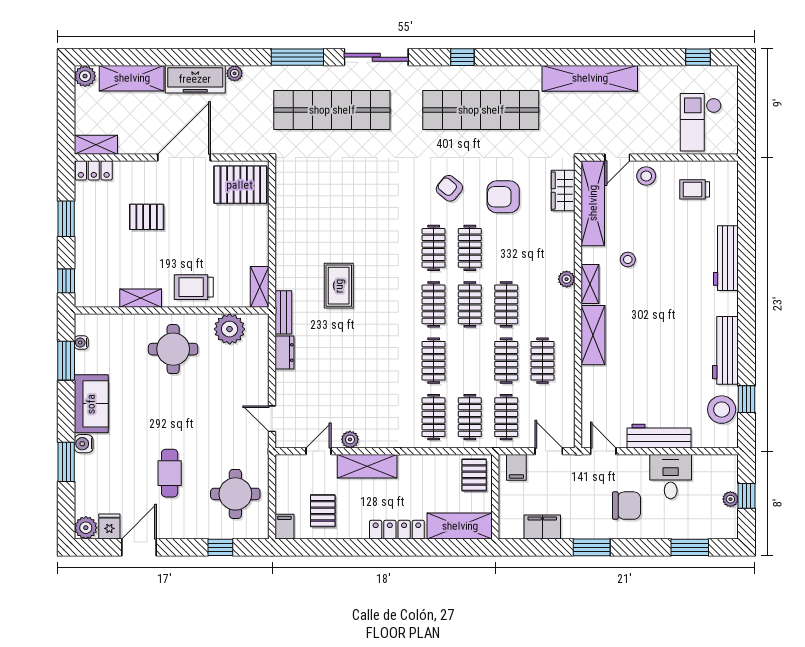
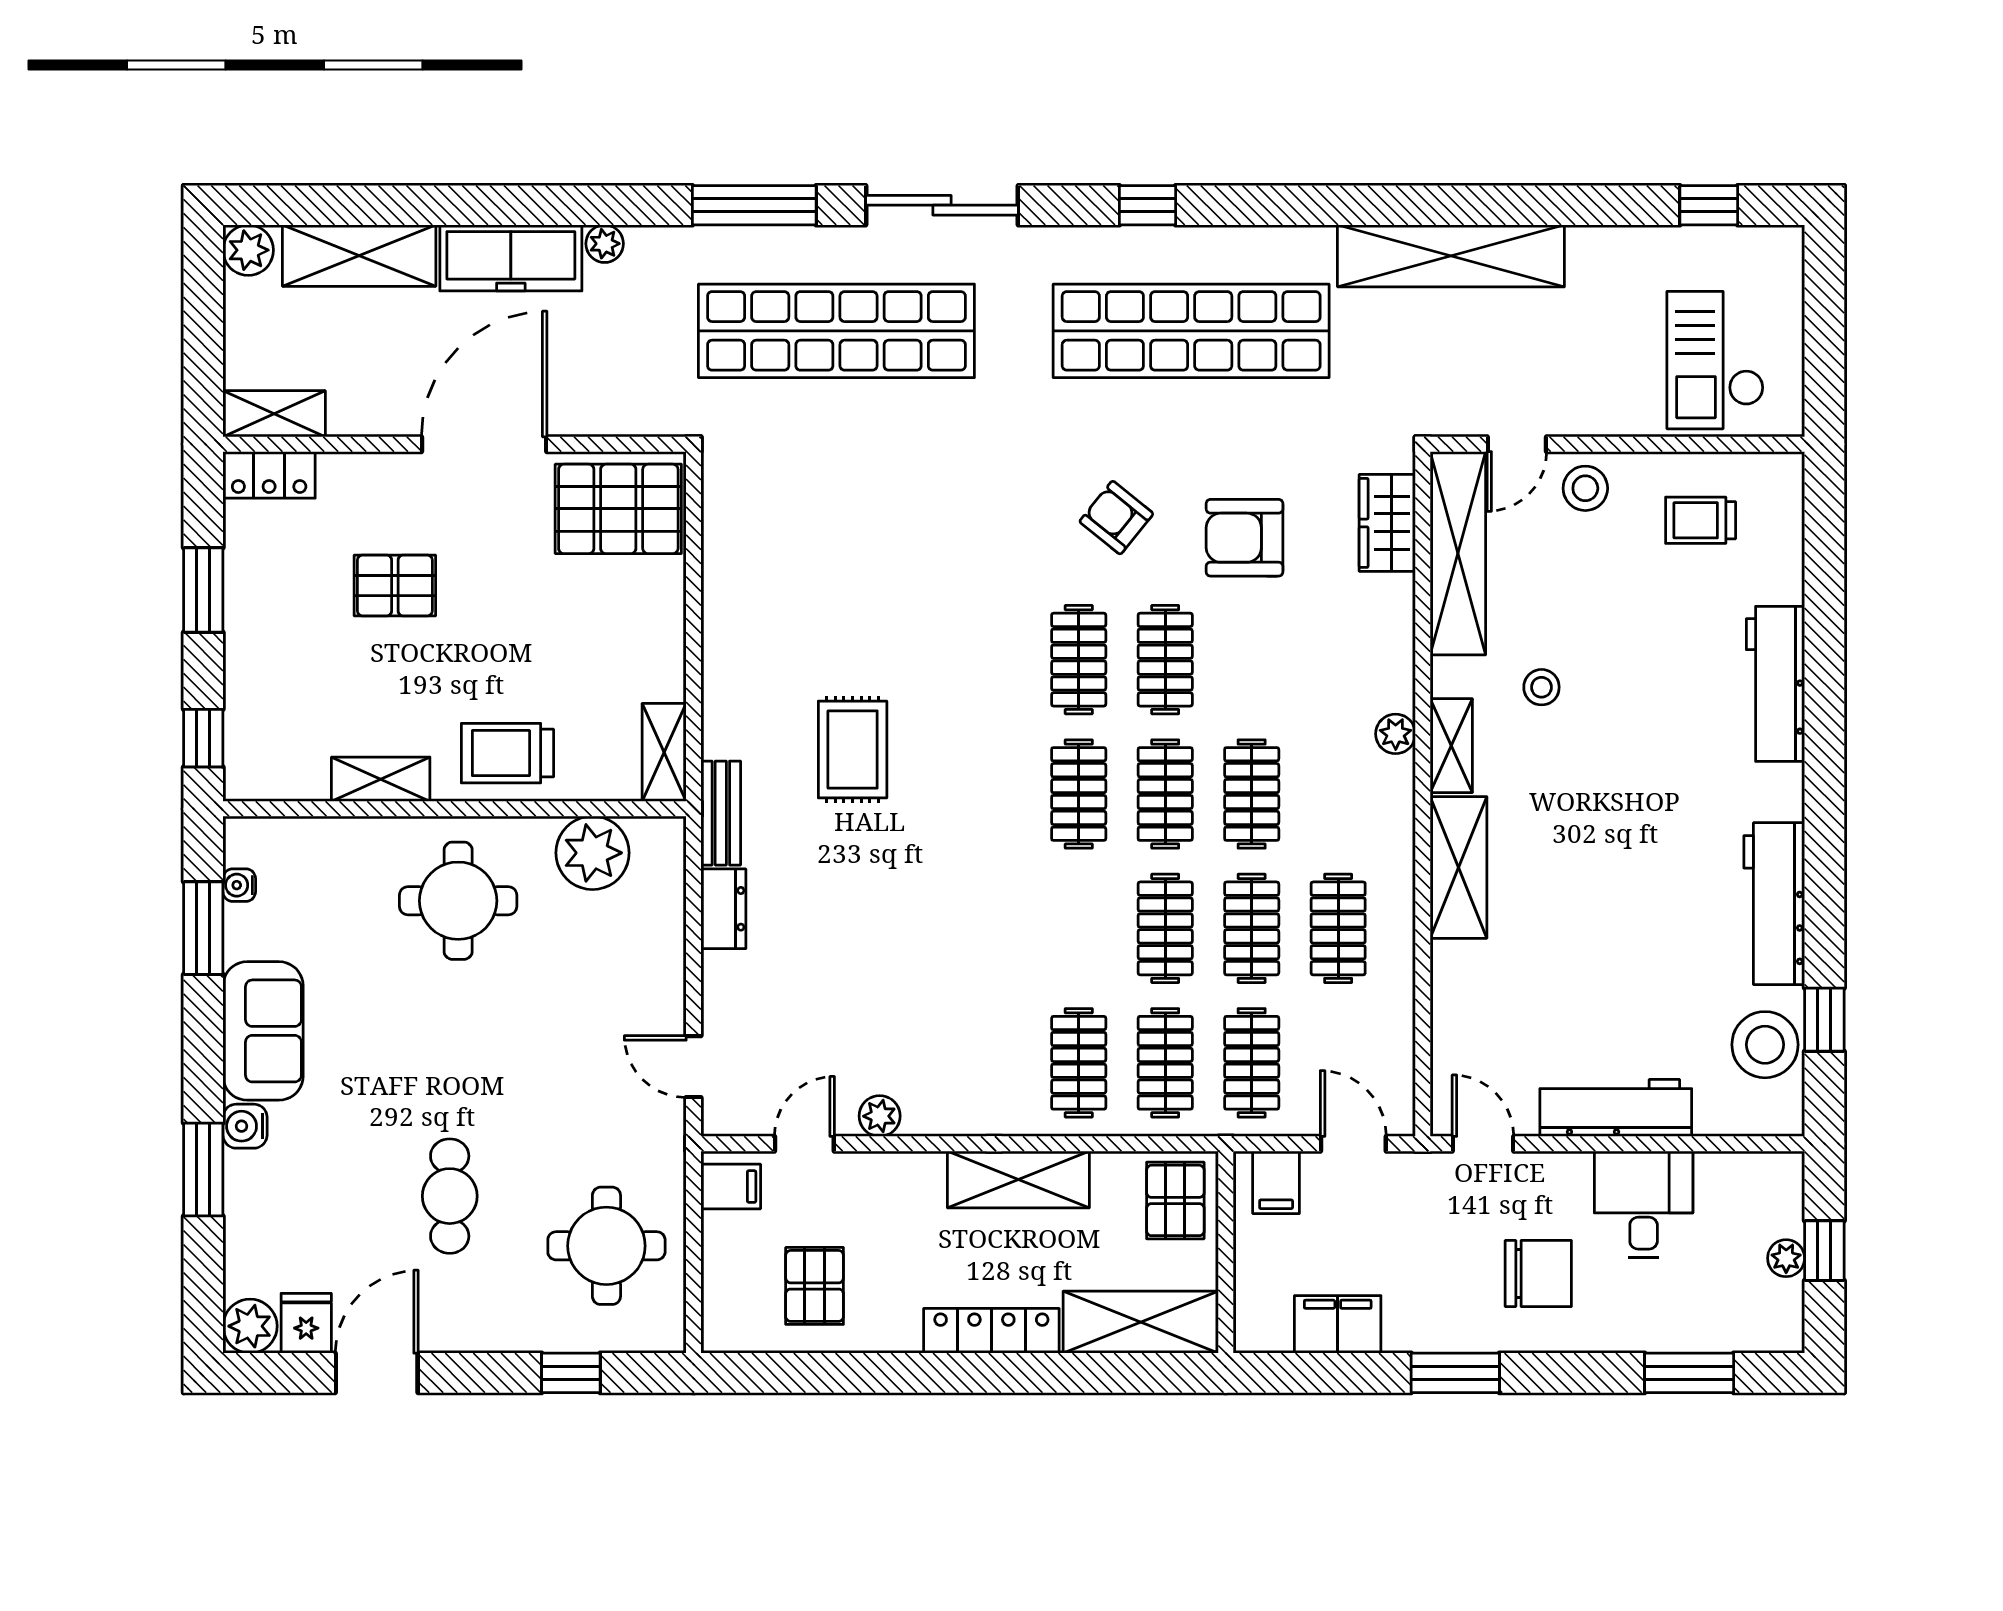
clothes rail: (434, 361) -> (1165, 928), moved
shelving: (367, 466) -> (1018, 1180), moved
filing cabinet: (284, 527) -> (731, 1187), moved, turned 90

